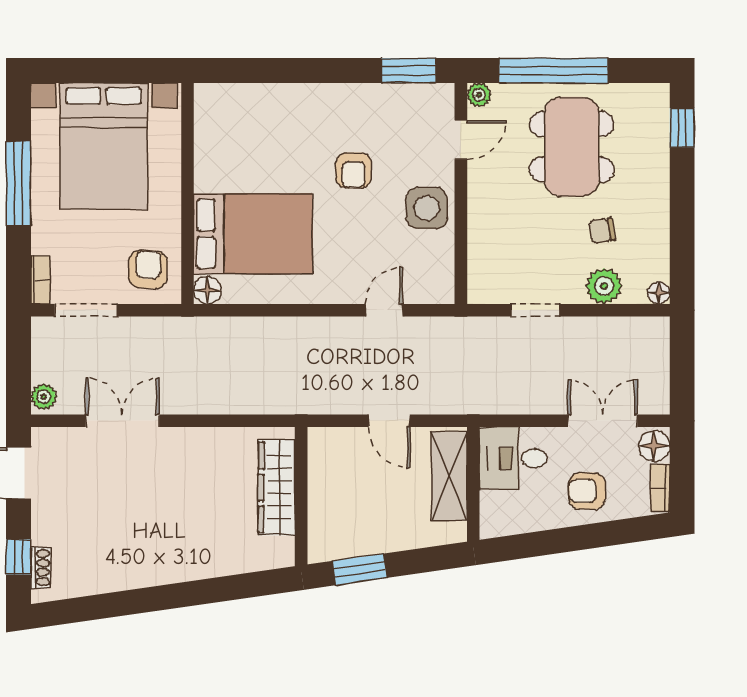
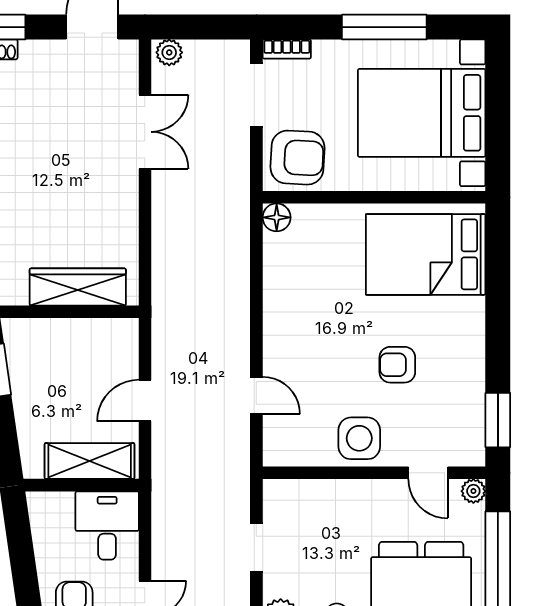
bed: (253, 234) -> (426, 254), moved, turned 90
armchair: (148, 269) -> (297, 158), width x1.38, depth x1.38

